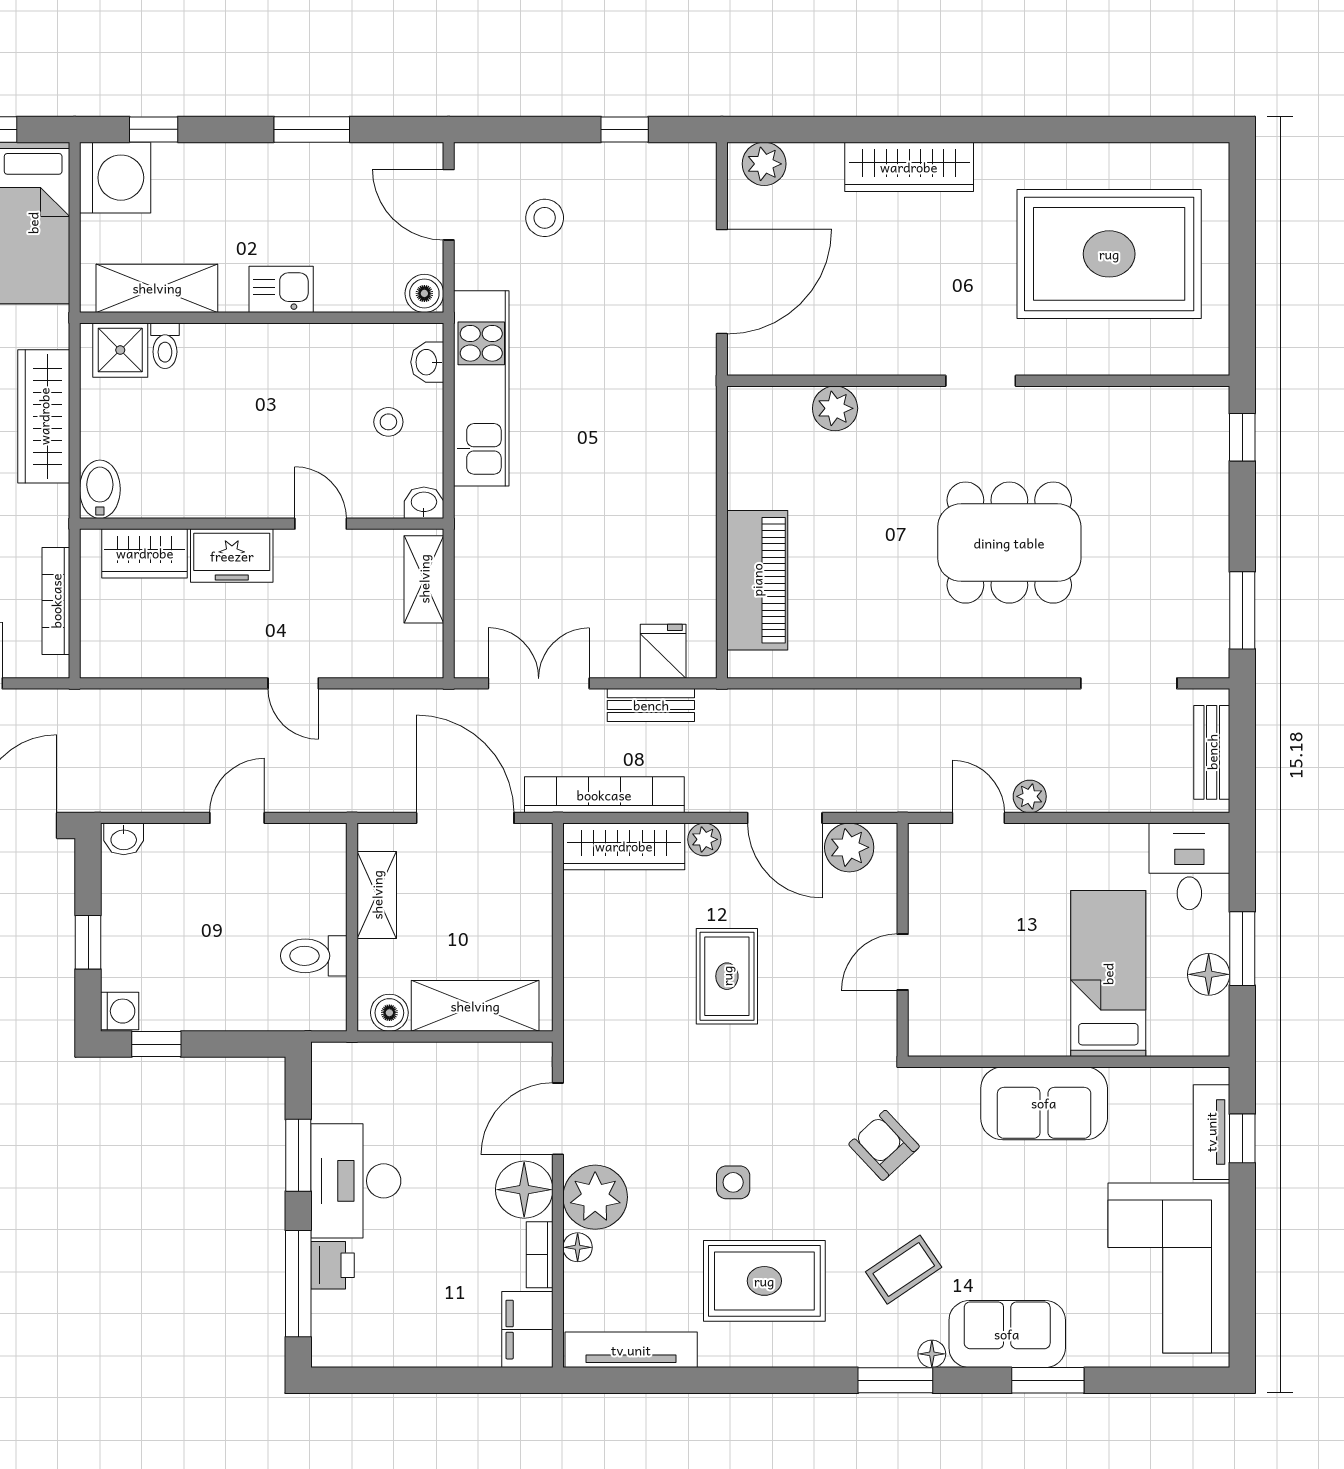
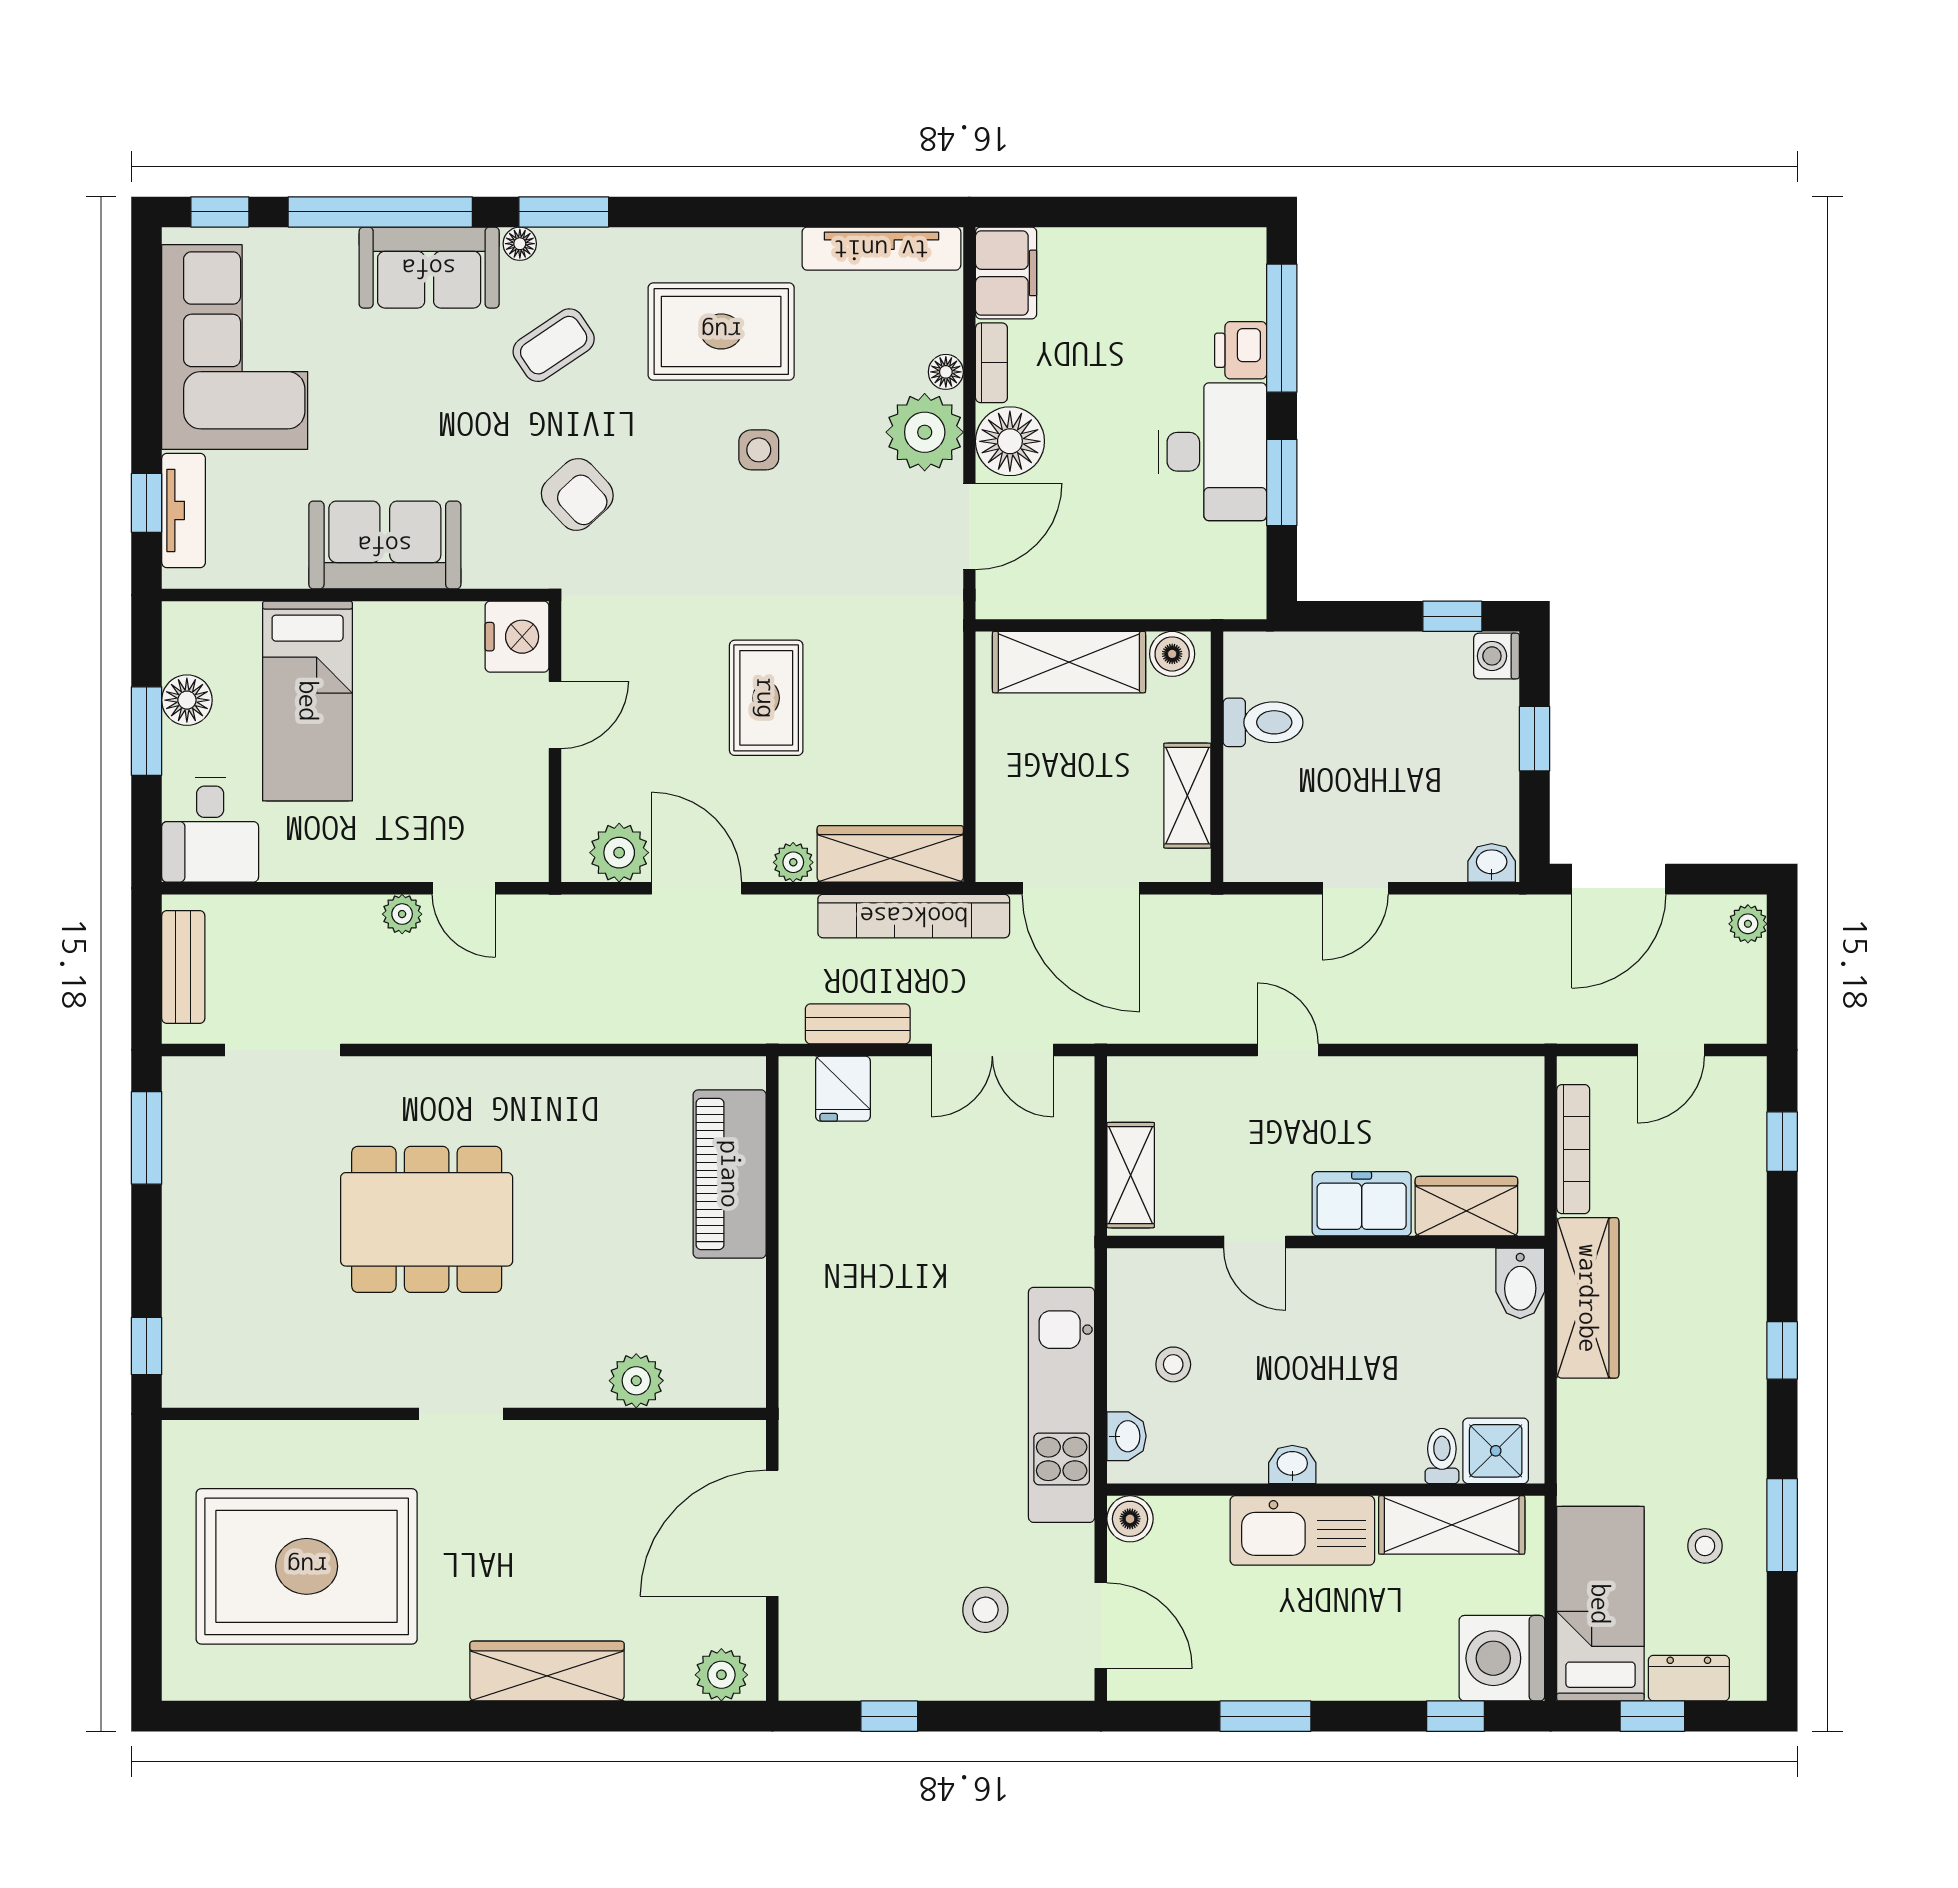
kitchen sink: (281, 289) -> (1302, 1530), width x1.88, depth x1.24
wardrobe: (44, 416) -> (1588, 1298), moved
washbasin: (424, 503) -> (1292, 1465), moved, turned 180
nightstand: (934, 1027) -> (517, 637), added
window: (1048, 1380) -> (380, 212), width x2.11
window: (1181, 1380) -> (220, 212), added

